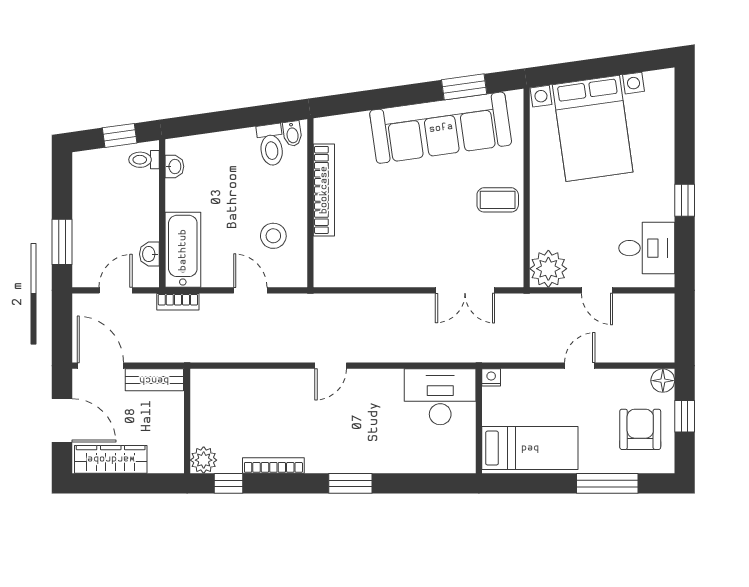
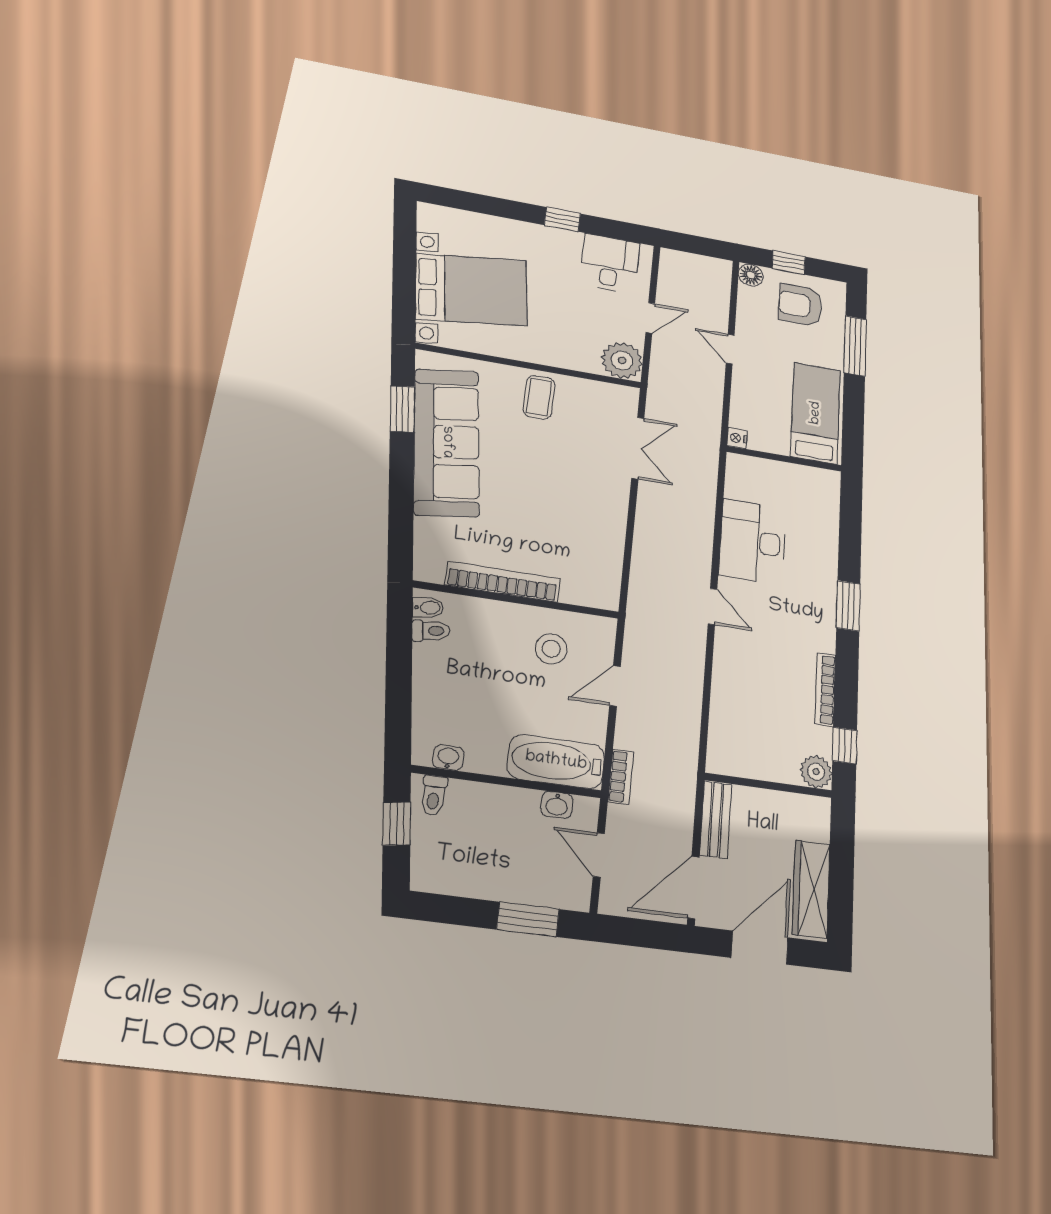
toilet: (271, 145) -> (431, 631), width x0.73, depth x0.72
desk: (440, 397) -> (753, 542), moved

